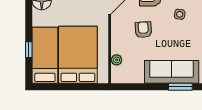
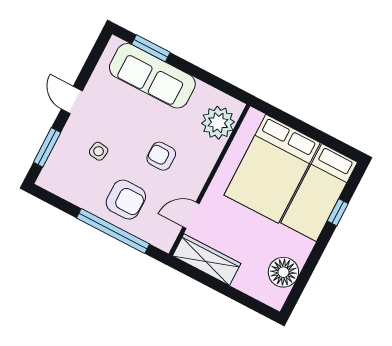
armchair: (143, 30) -> (161, 156), turned 94
plant: (117, 60) -> (218, 123), width x1.87, depth x1.87

